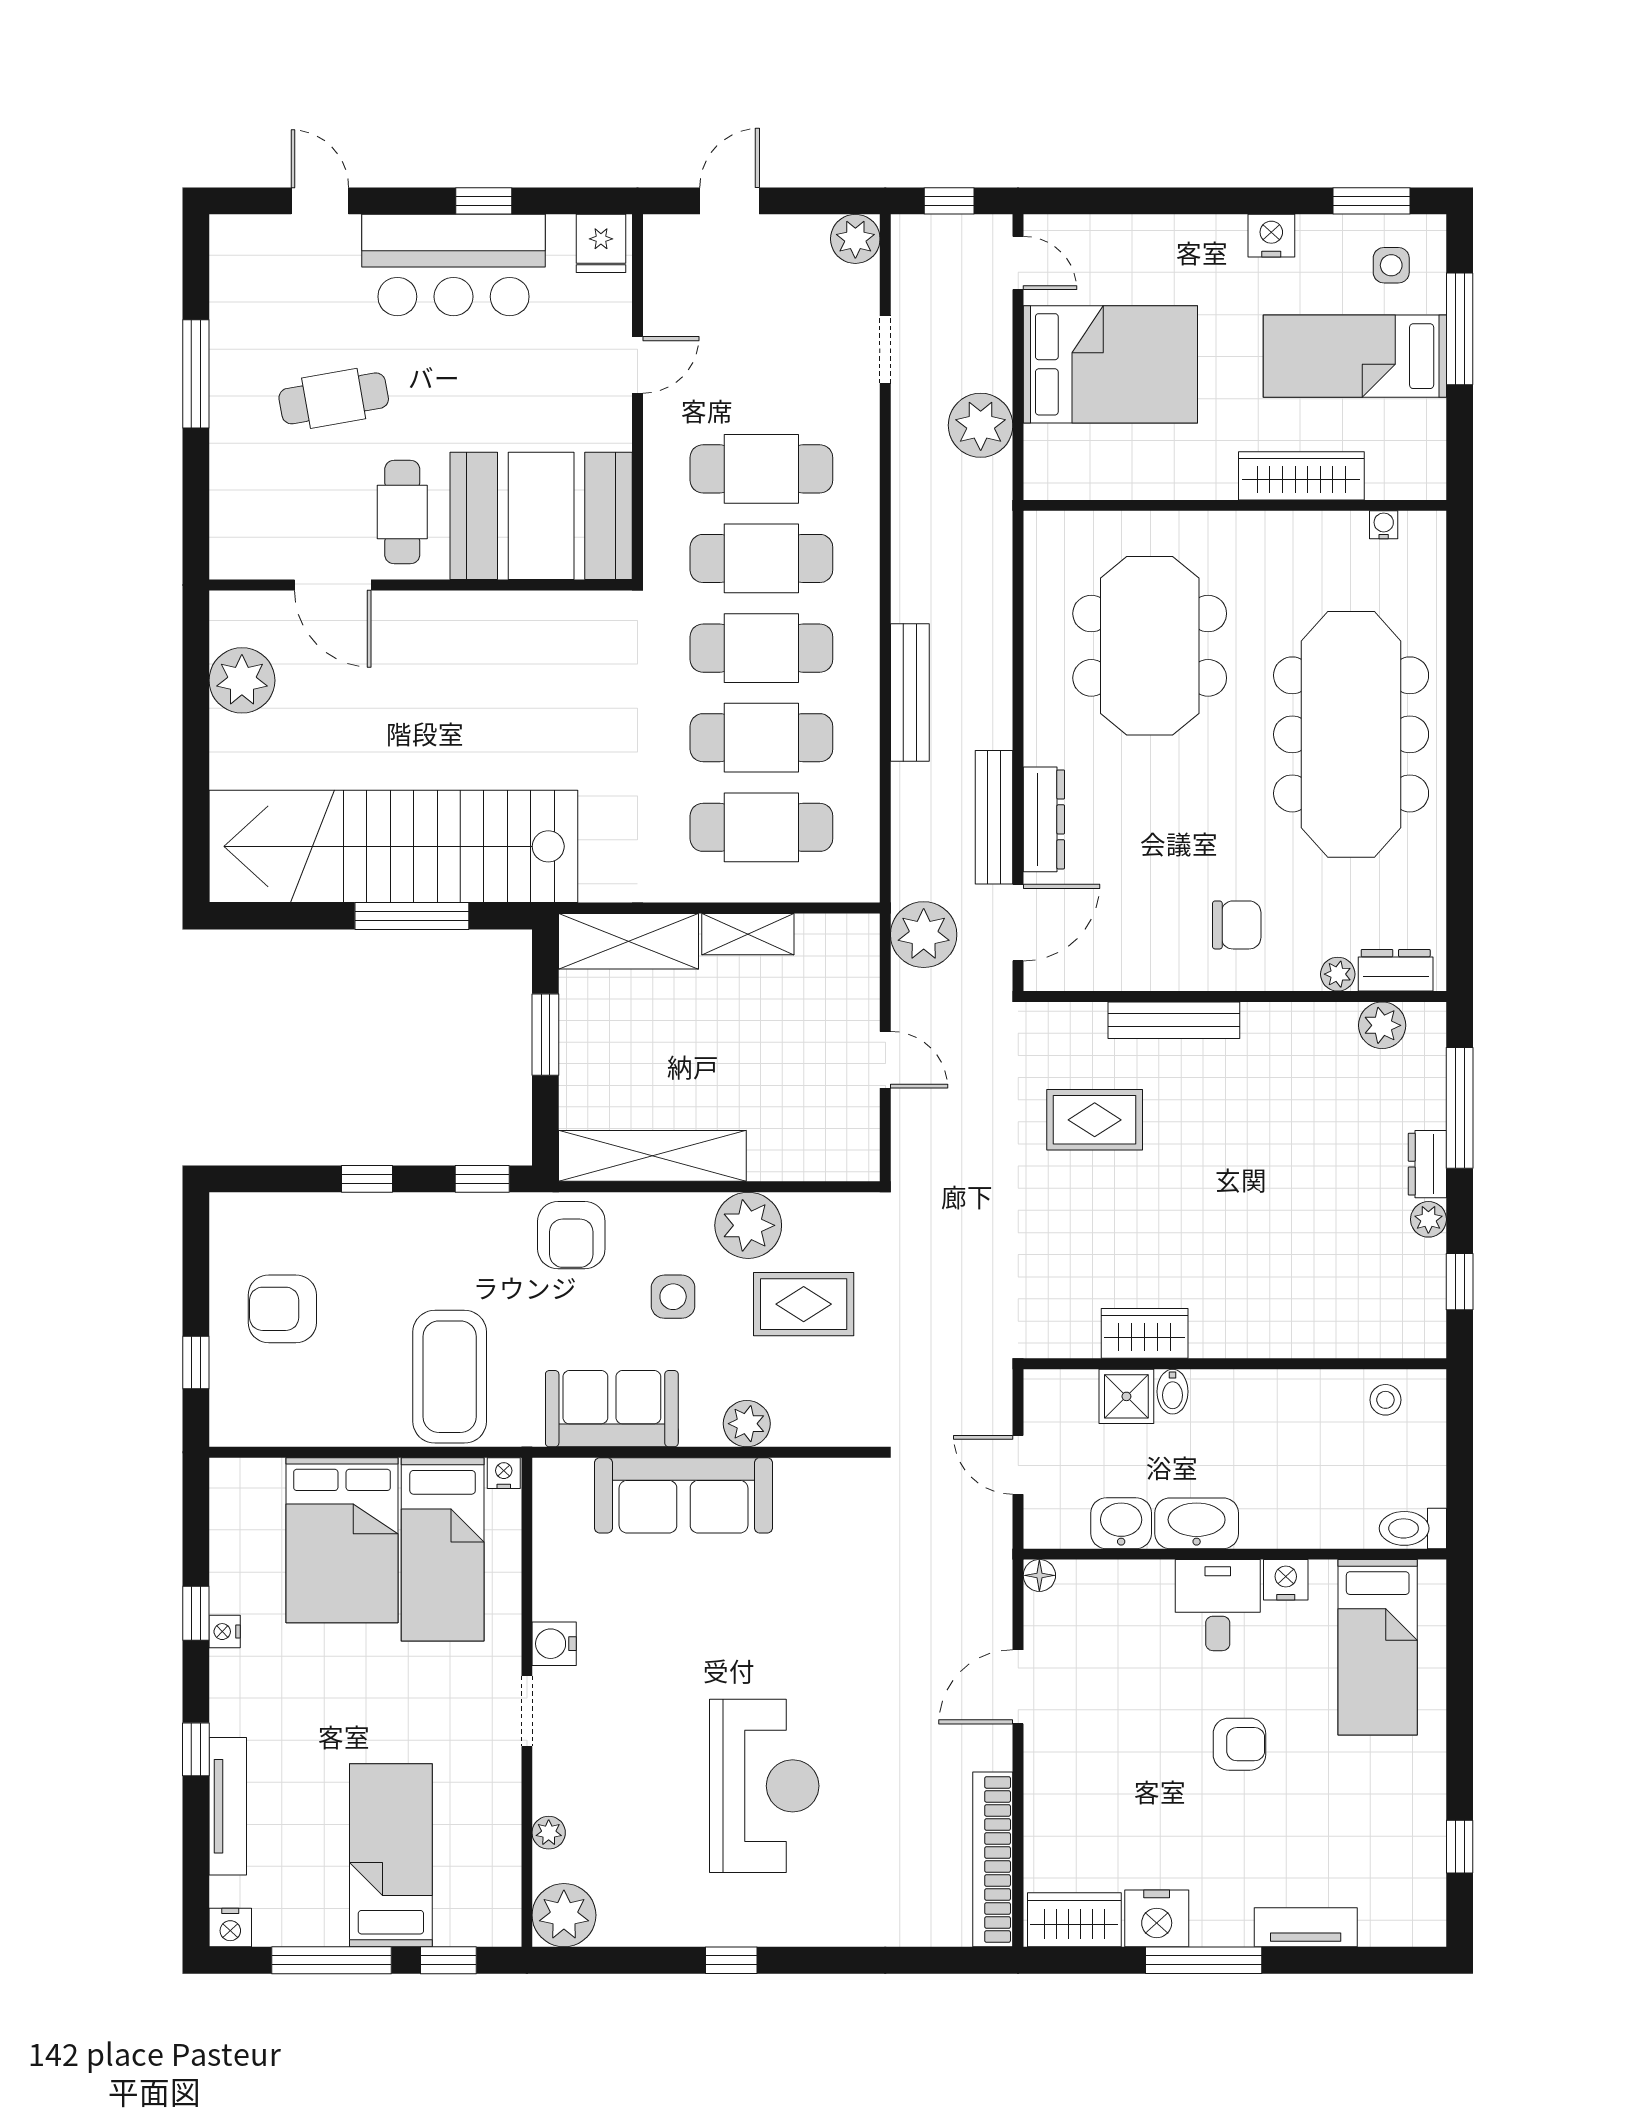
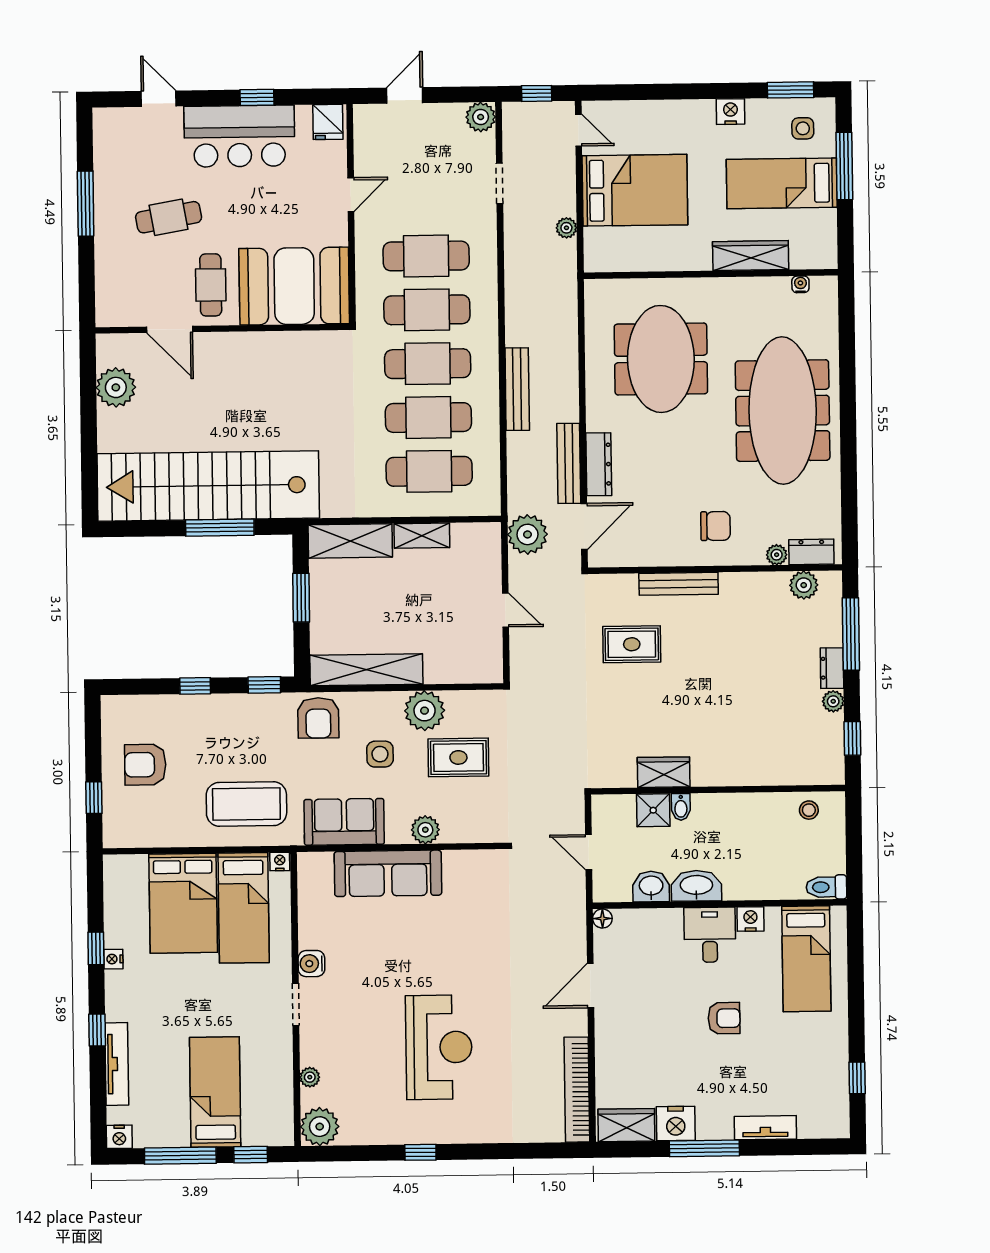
plant: (981, 425) -> (566, 228), width x0.53, depth x0.53
coffee table: (450, 1377) -> (246, 804), turned 90

